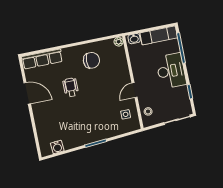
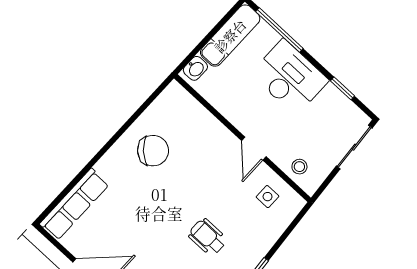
plant: (119, 42) -> (174, 91), removed
chair: (91, 60) -> (153, 151), turned 45
wheelchair: (71, 87) -> (208, 237), moved

